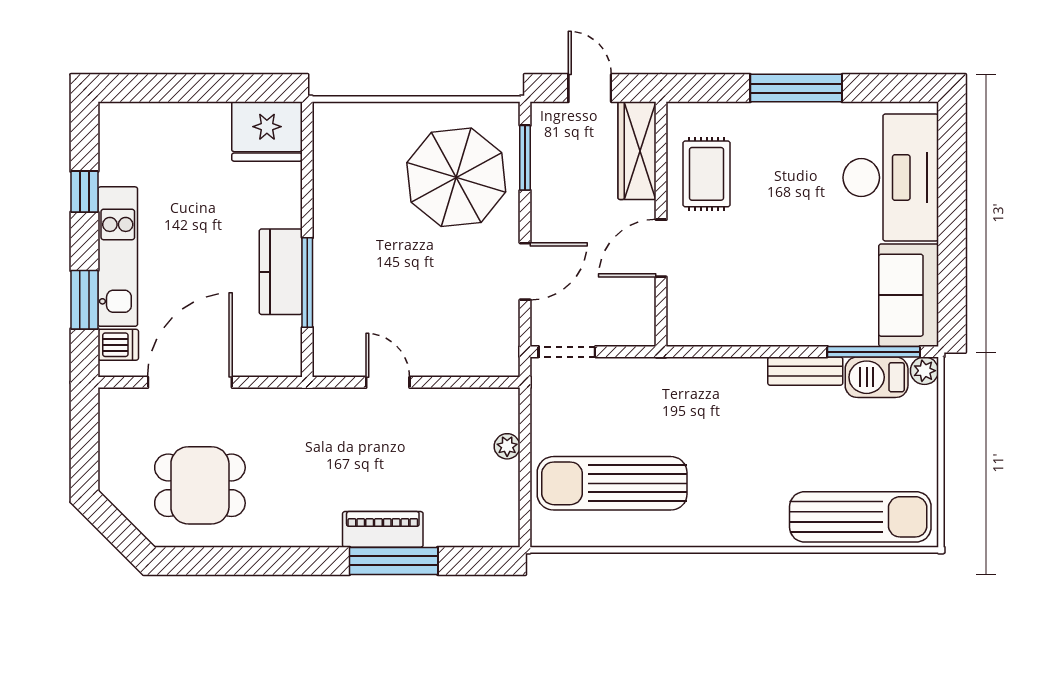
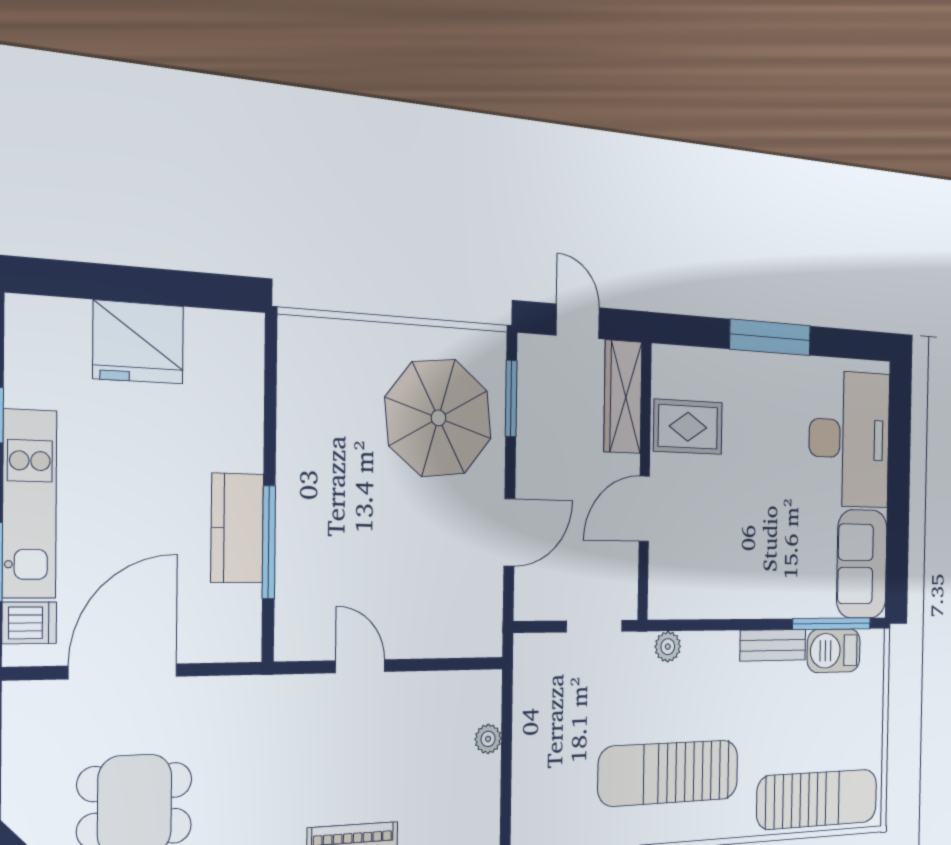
fridge: (267, 131) -> (138, 342), moved
rug: (707, 174) -> (688, 427), turned 90
doorway: (567, 352) -> (594, 626), moved
plant: (924, 371) -> (668, 647), moved
sun lounger: (612, 483) -> (669, 773), moved

